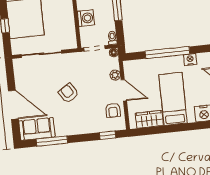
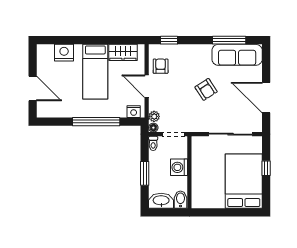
nightstand: (190, 60) -> (134, 112), moved
plant: (115, 75) -> (154, 116), moved
door: (13, 105) -> (266, 98), moved
sofa: (37, 129) -> (237, 55), width x1.36

